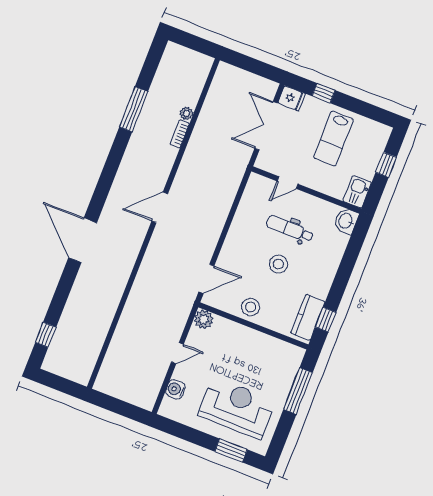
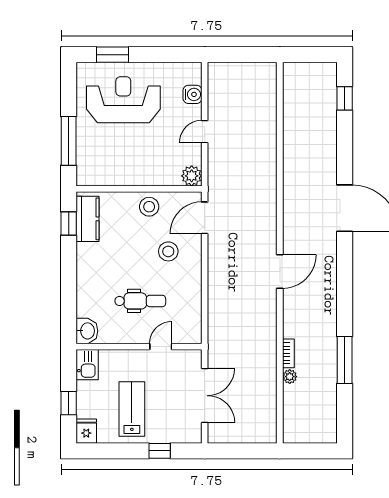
fridge: (292, 98) -> (86, 431), moved, turned 90
stool: (278, 264) -> (168, 251), moved
reception desk: (237, 408) -> (123, 100), turned 180

